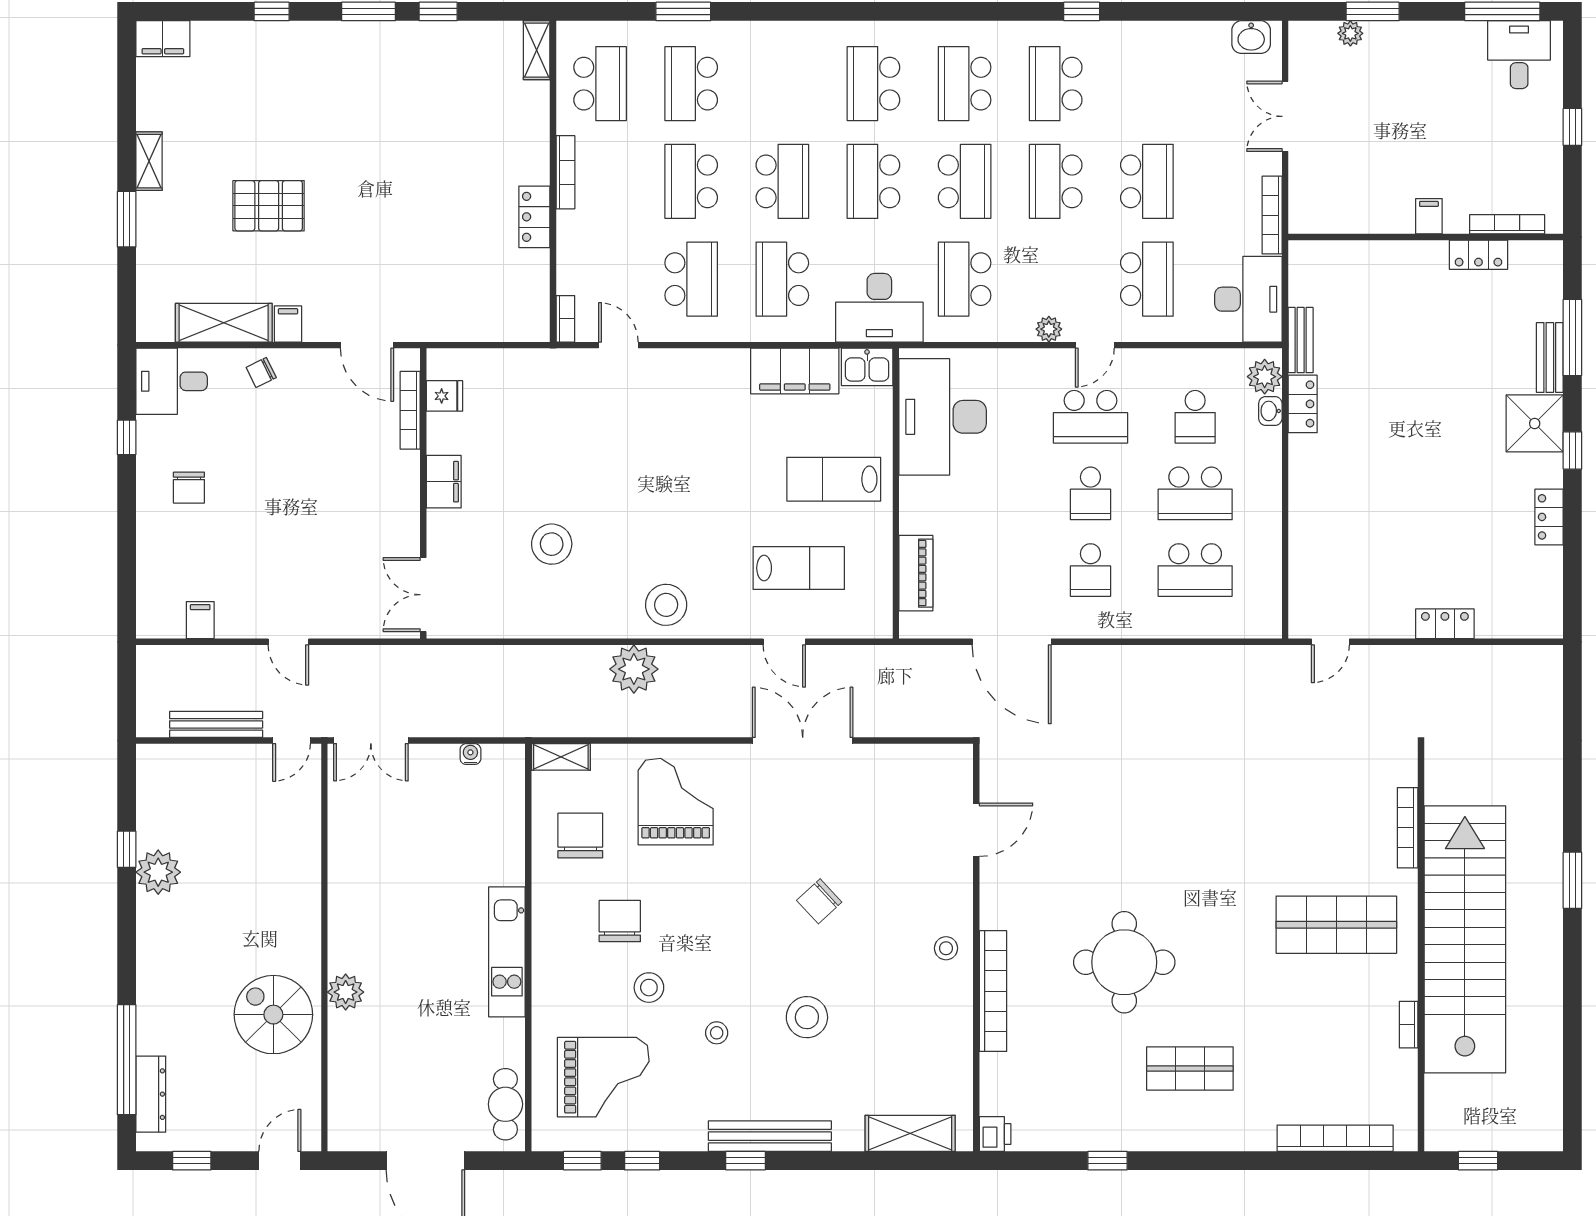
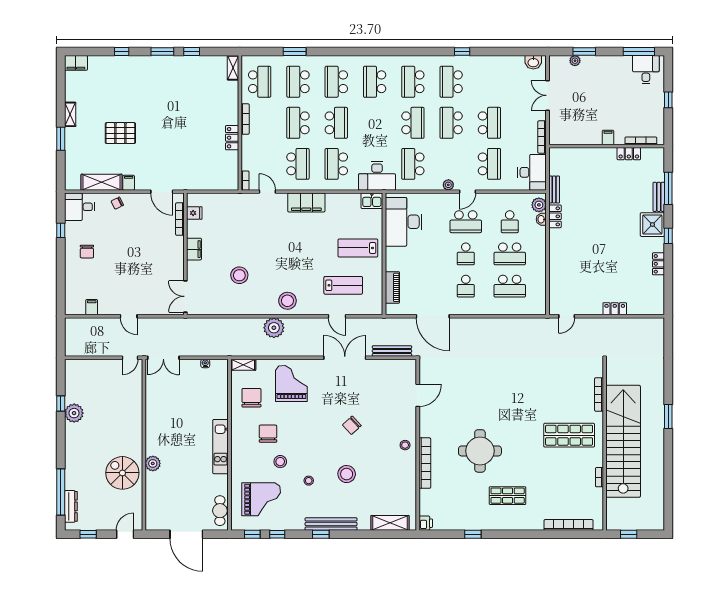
school desk: (873, 181) -> (336, 82), moved
filing cabinet: (795, 371) -> (306, 203), moved
bench: (216, 724) -> (392, 351), moved

